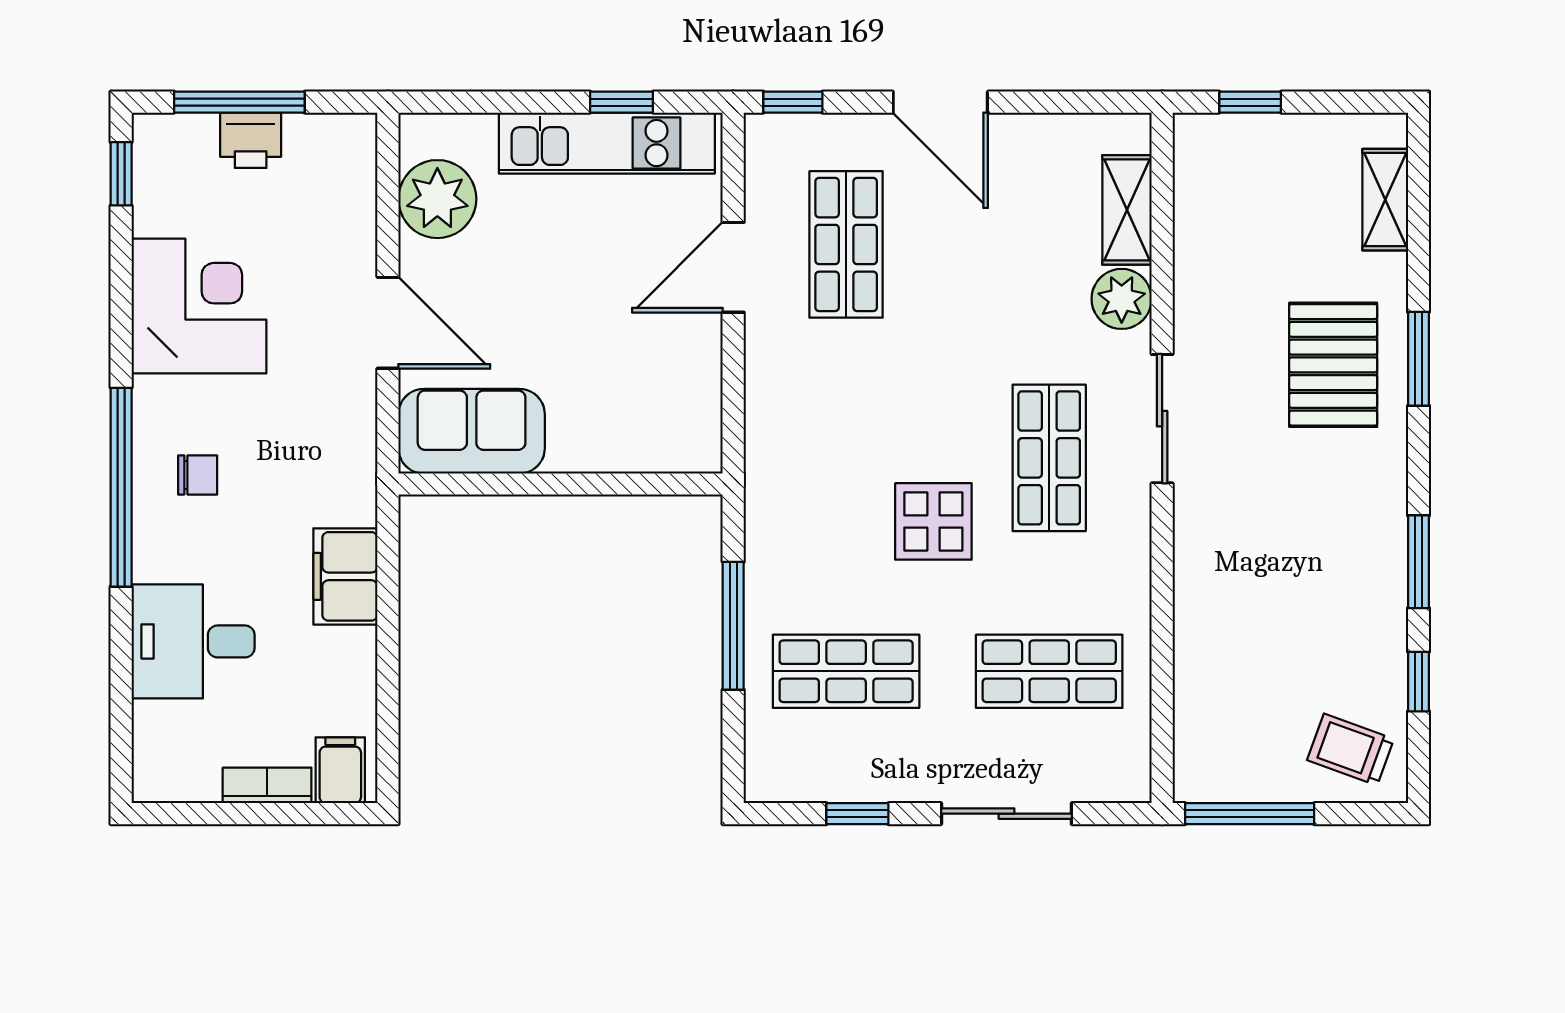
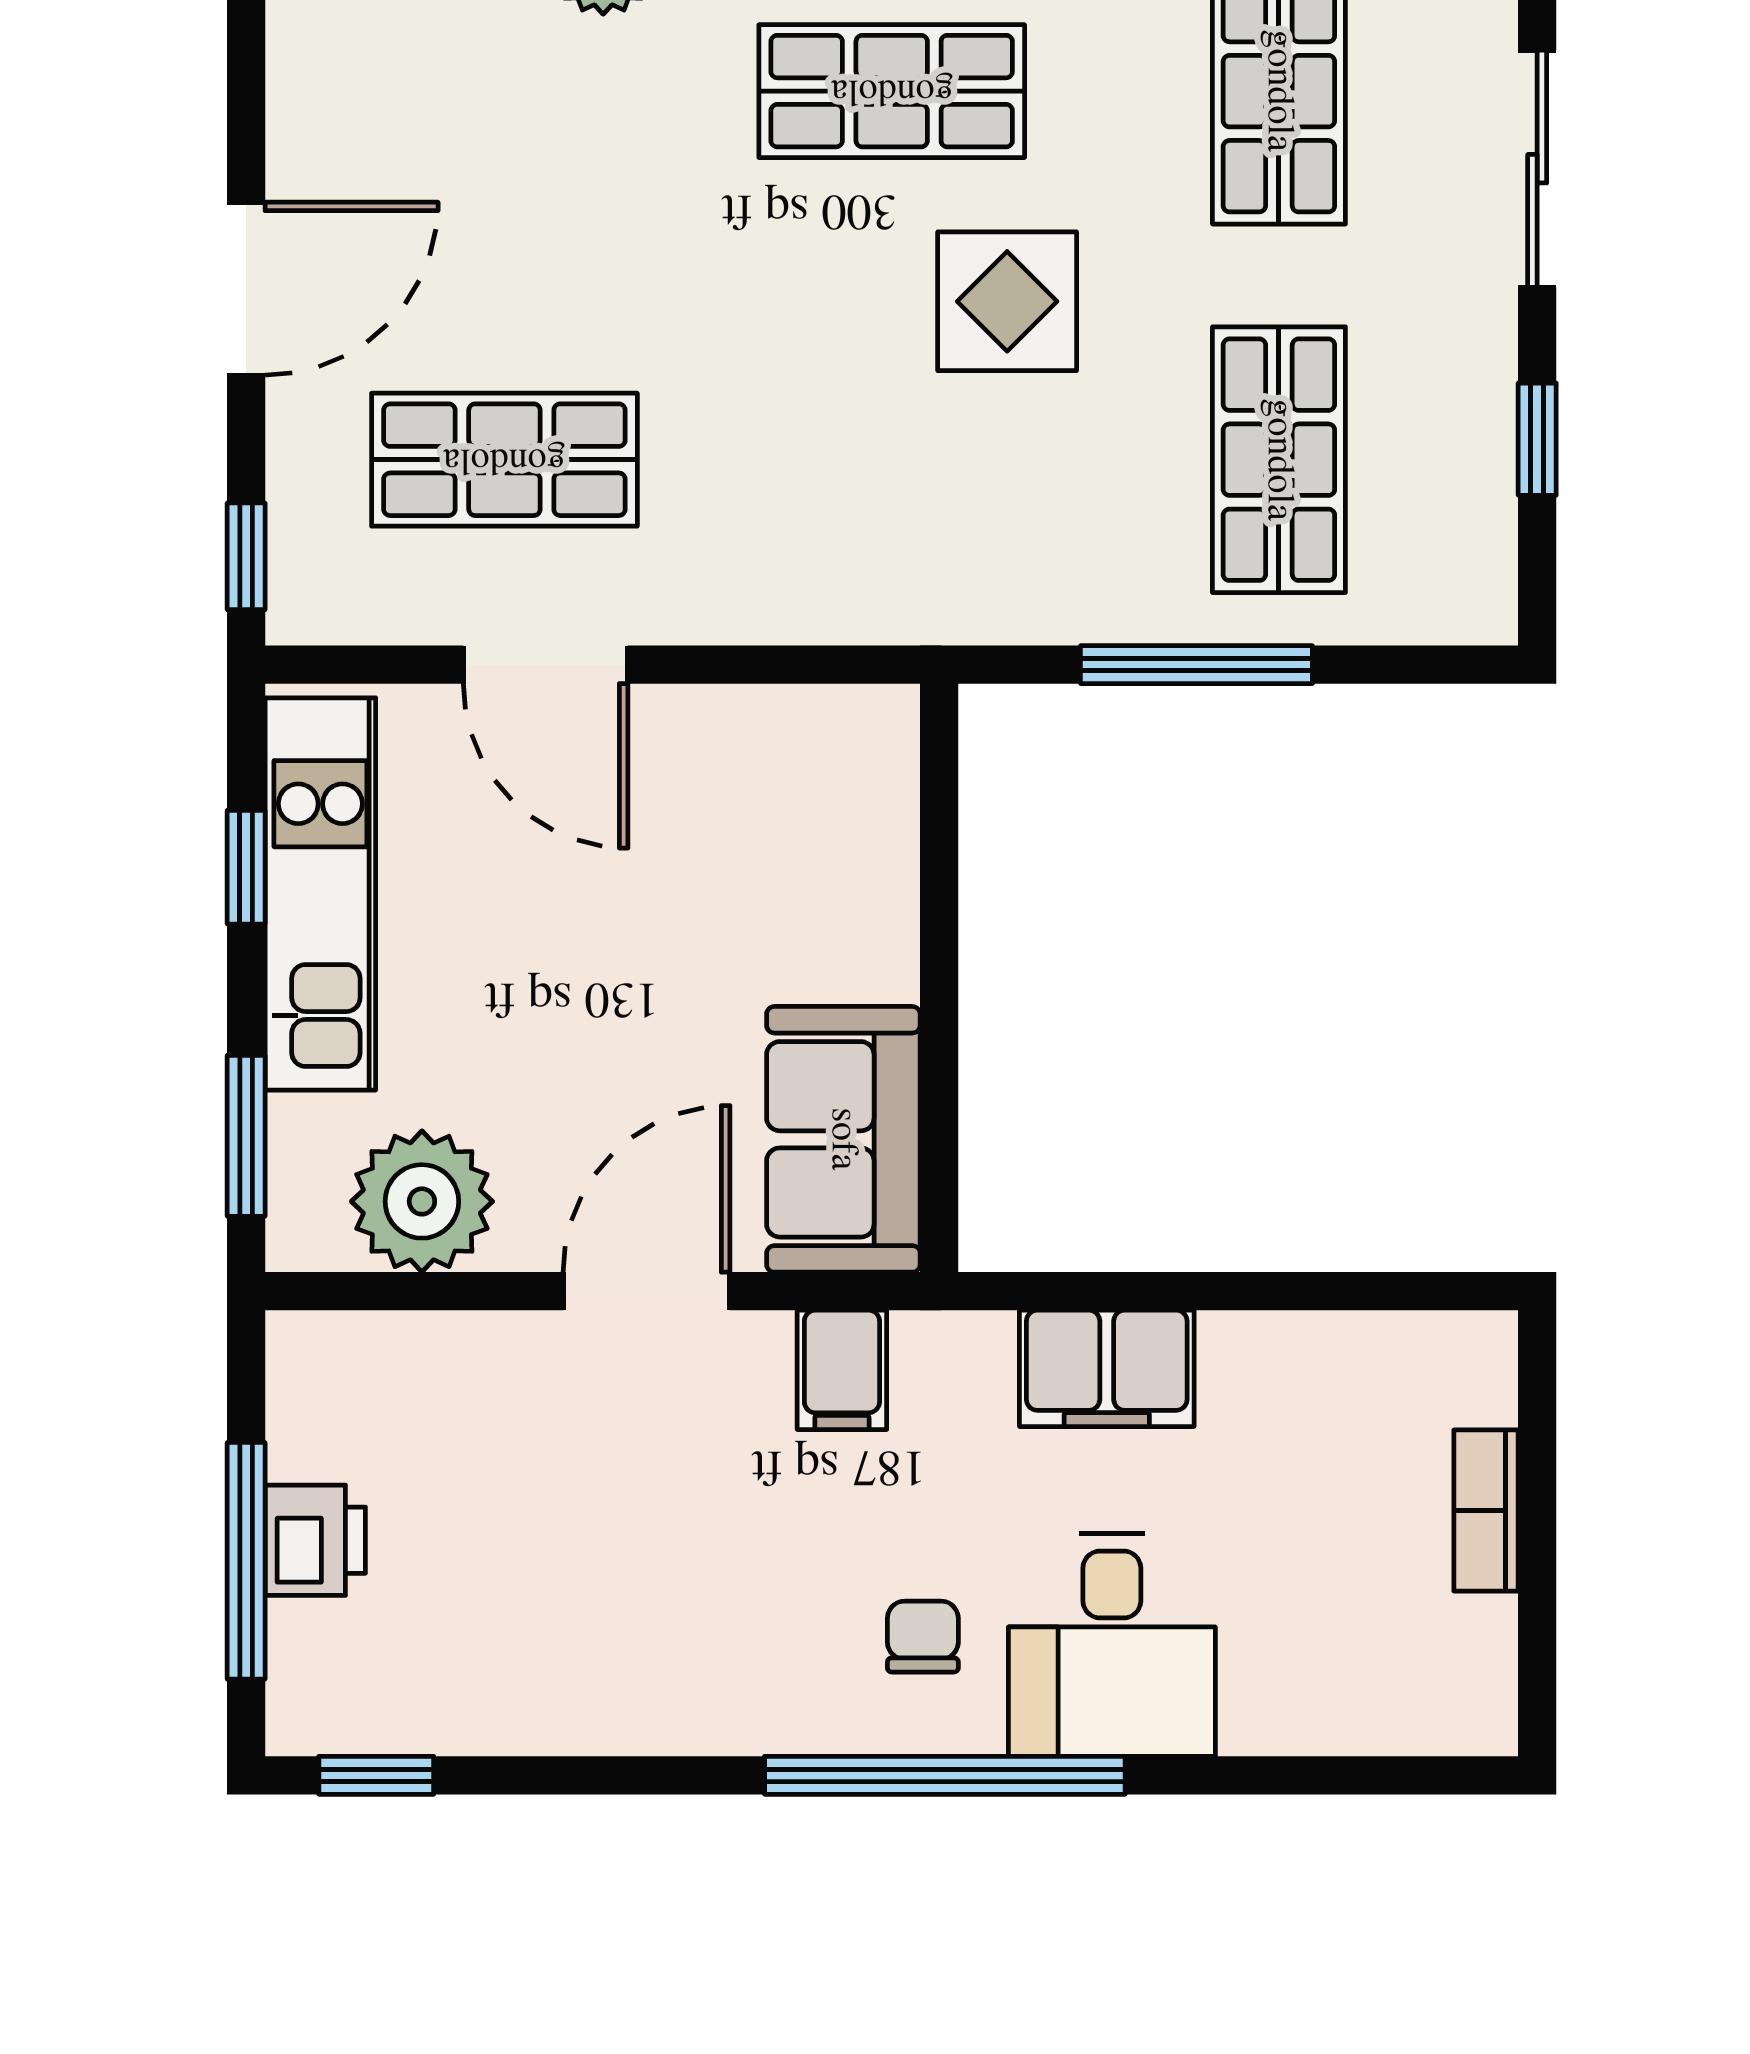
window: (474, 102) -> (246, 1136), added
corner desk: (199, 306) -> (616, 1634), removed
desk: (193, 641) -> (1112, 1645), moved
filing cabinet: (340, 770) -> (842, 1370), moved, turned -90

